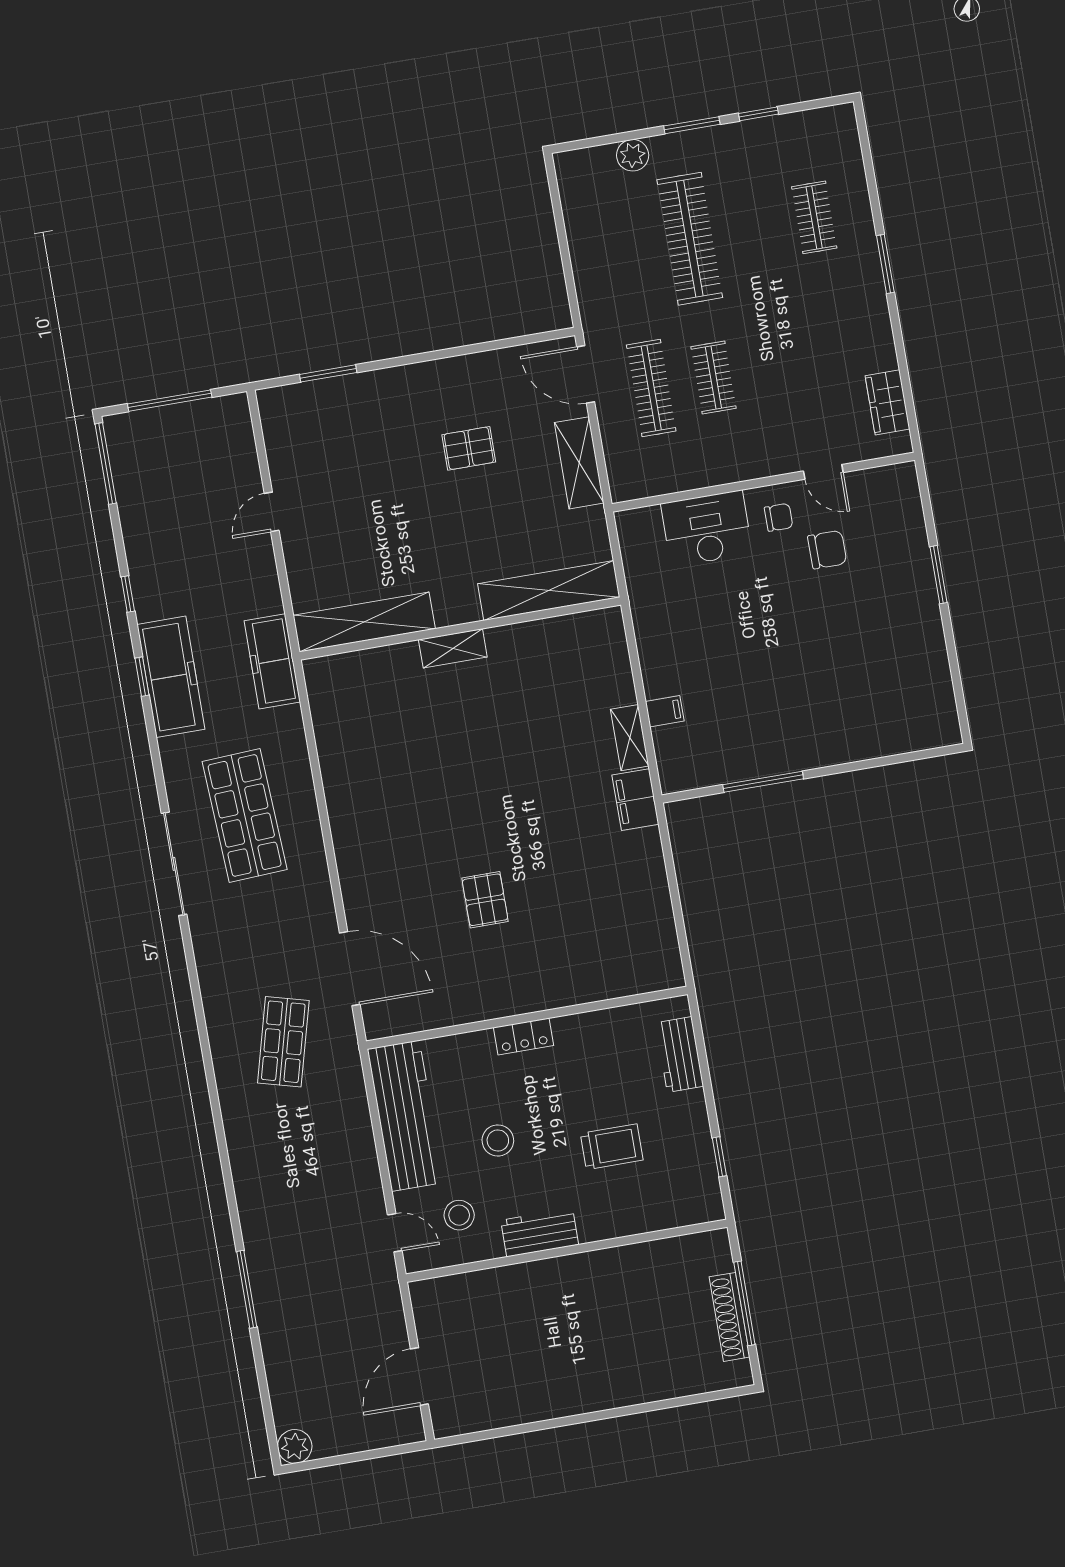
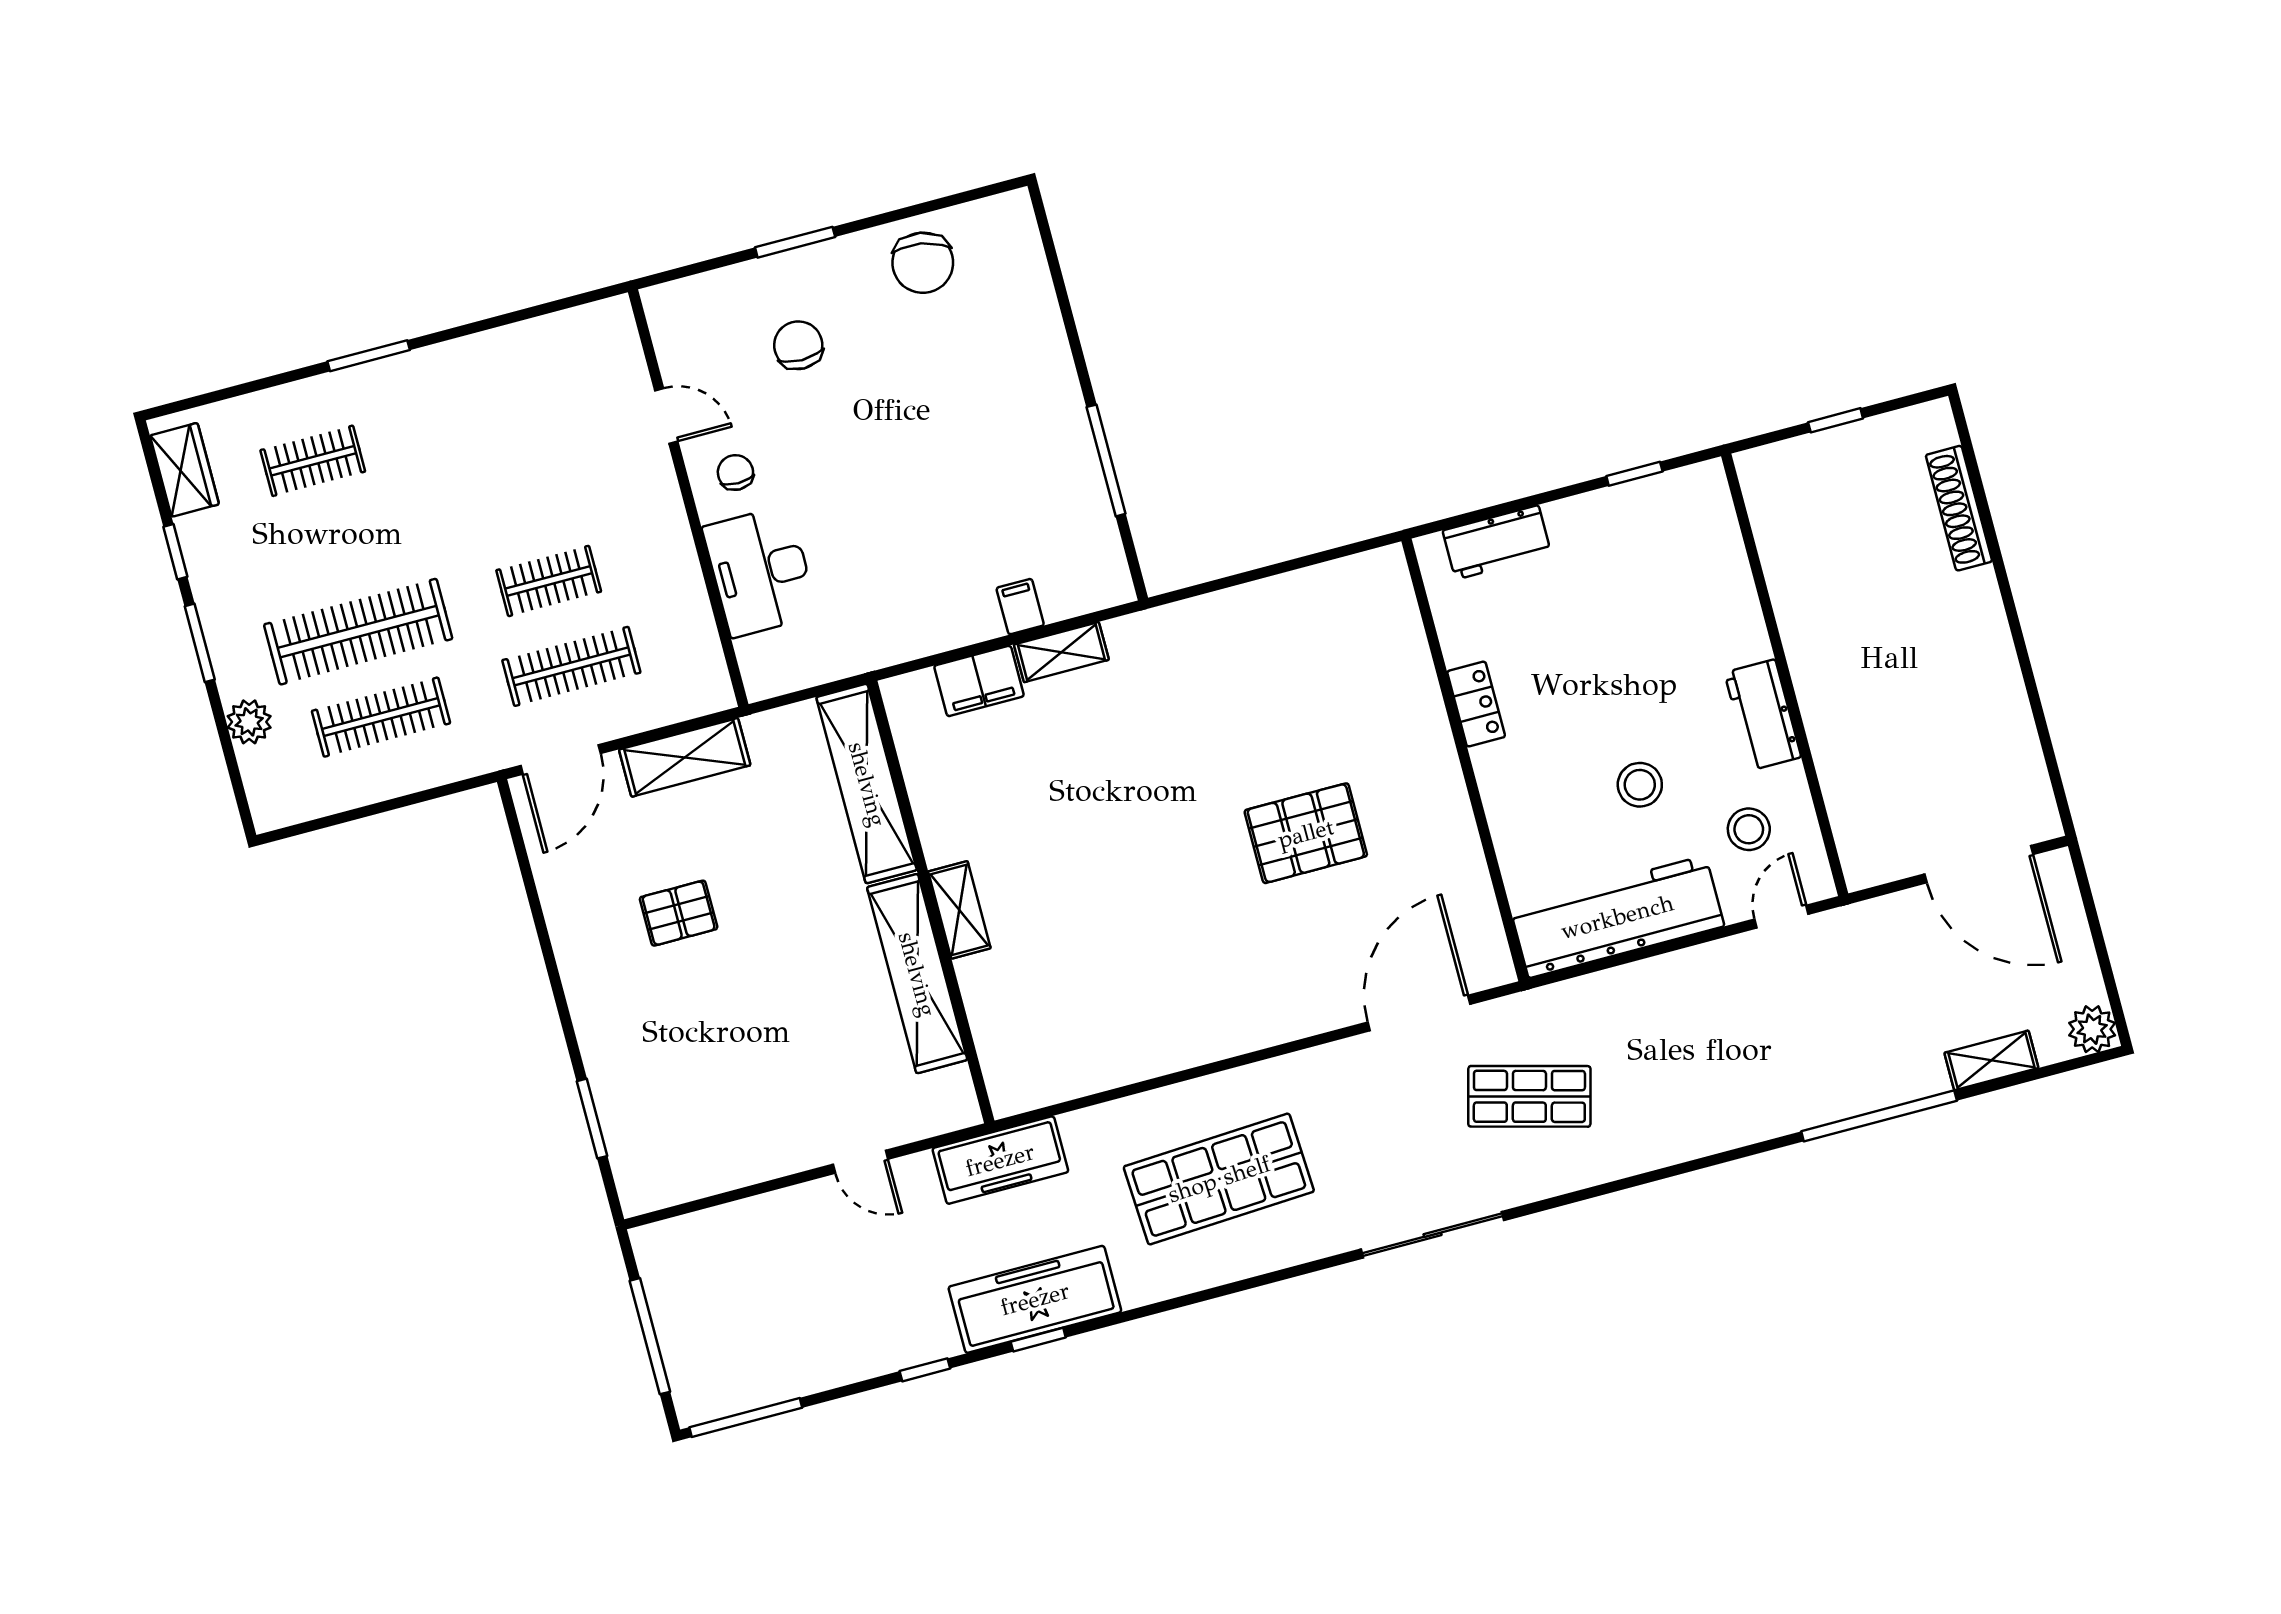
clothes rail: (627, 249) -> (381, 717), added
wardrobe: (887, 402) -> (184, 470), moved, turned -90
pallet: (469, 448) -> (679, 913), turned 90
door: (823, 472) -> (666, 416), hinge flipped
door: (272, 512) -> (860, 1162), moved
chair: (827, 550) -> (798, 345), moved
shelving: (364, 622) -> (917, 974), moved
chair: (916, 664) -> (923, 263), added
filing cabinet: (635, 800) -> (979, 681), moved
sliding door: (174, 864) -> (1433, 1235), moved
pallet: (485, 900) -> (1306, 833), width x1.50, depth x1.42
locker: (524, 1036) -> (1476, 704), moved
trolley: (612, 1147) -> (1634, 625), removed
window: (247, 1289) -> (1879, 1116), width x1.46
window: (744, 1303) -> (1836, 420), width x0.46
shoe rack: (729, 1317) -> (1959, 508), moved, turned 90
shelving: (279, 1373) -> (1991, 1060), added
door: (419, 1376) -> (1979, 864), width x1.36

